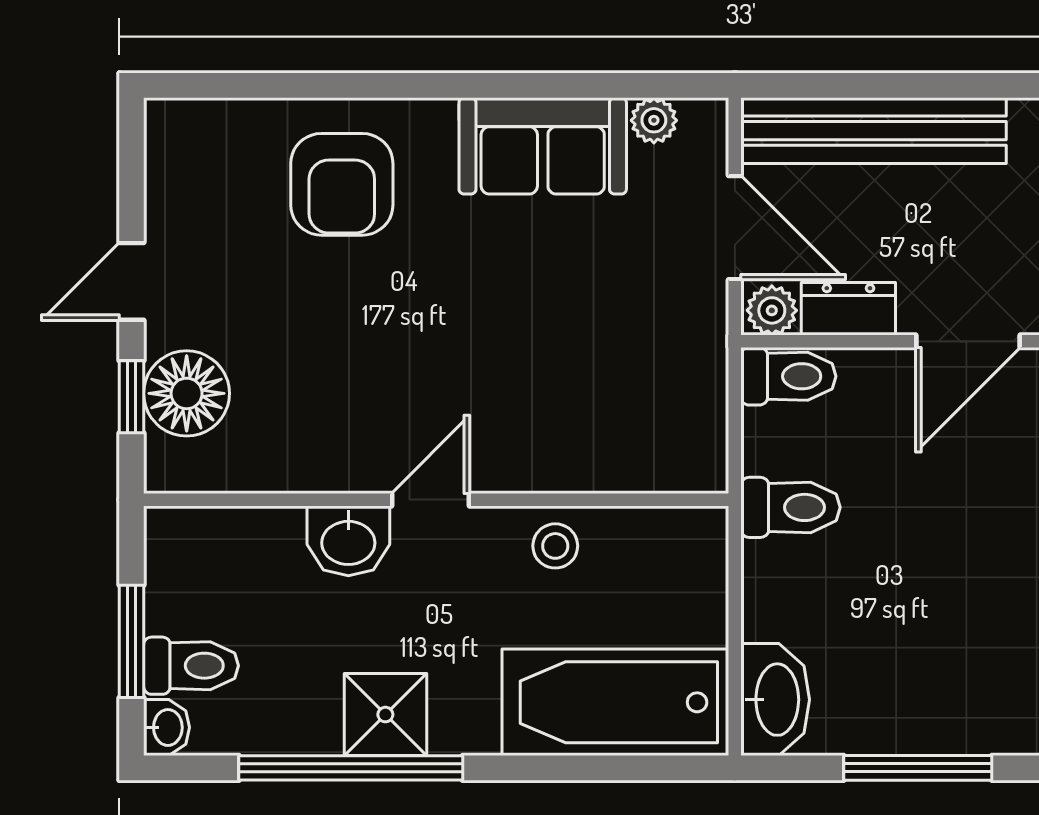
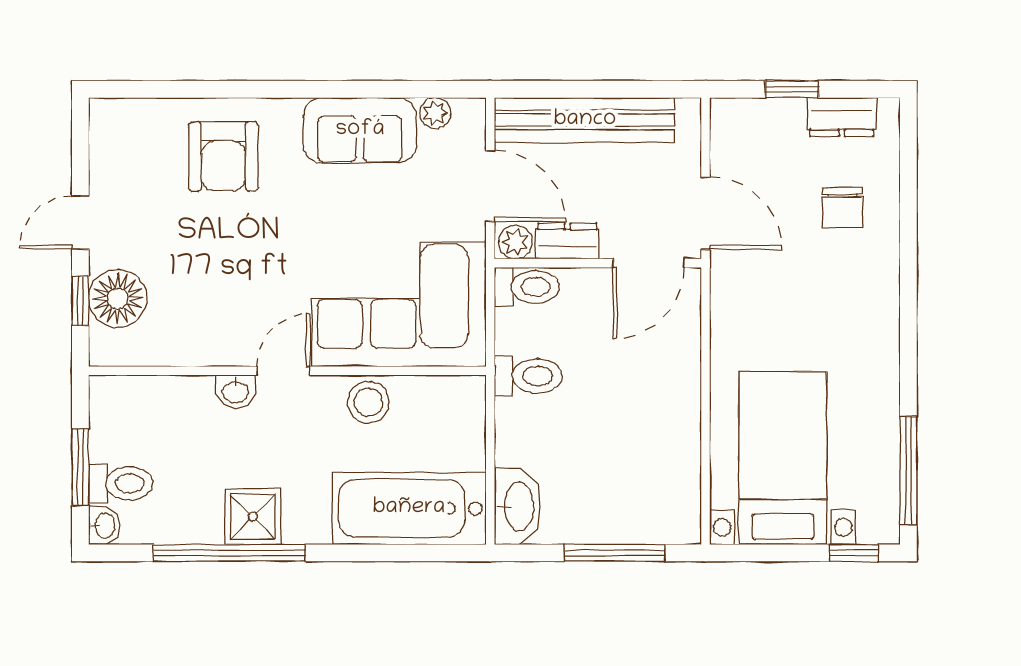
corner sofa: (600, 402) -> (399, 304), added
washbasin: (348, 541) -> (235, 391), width x0.72, depth x0.69
stool: (555, 546) -> (368, 402), width x1.37, depth x1.37

